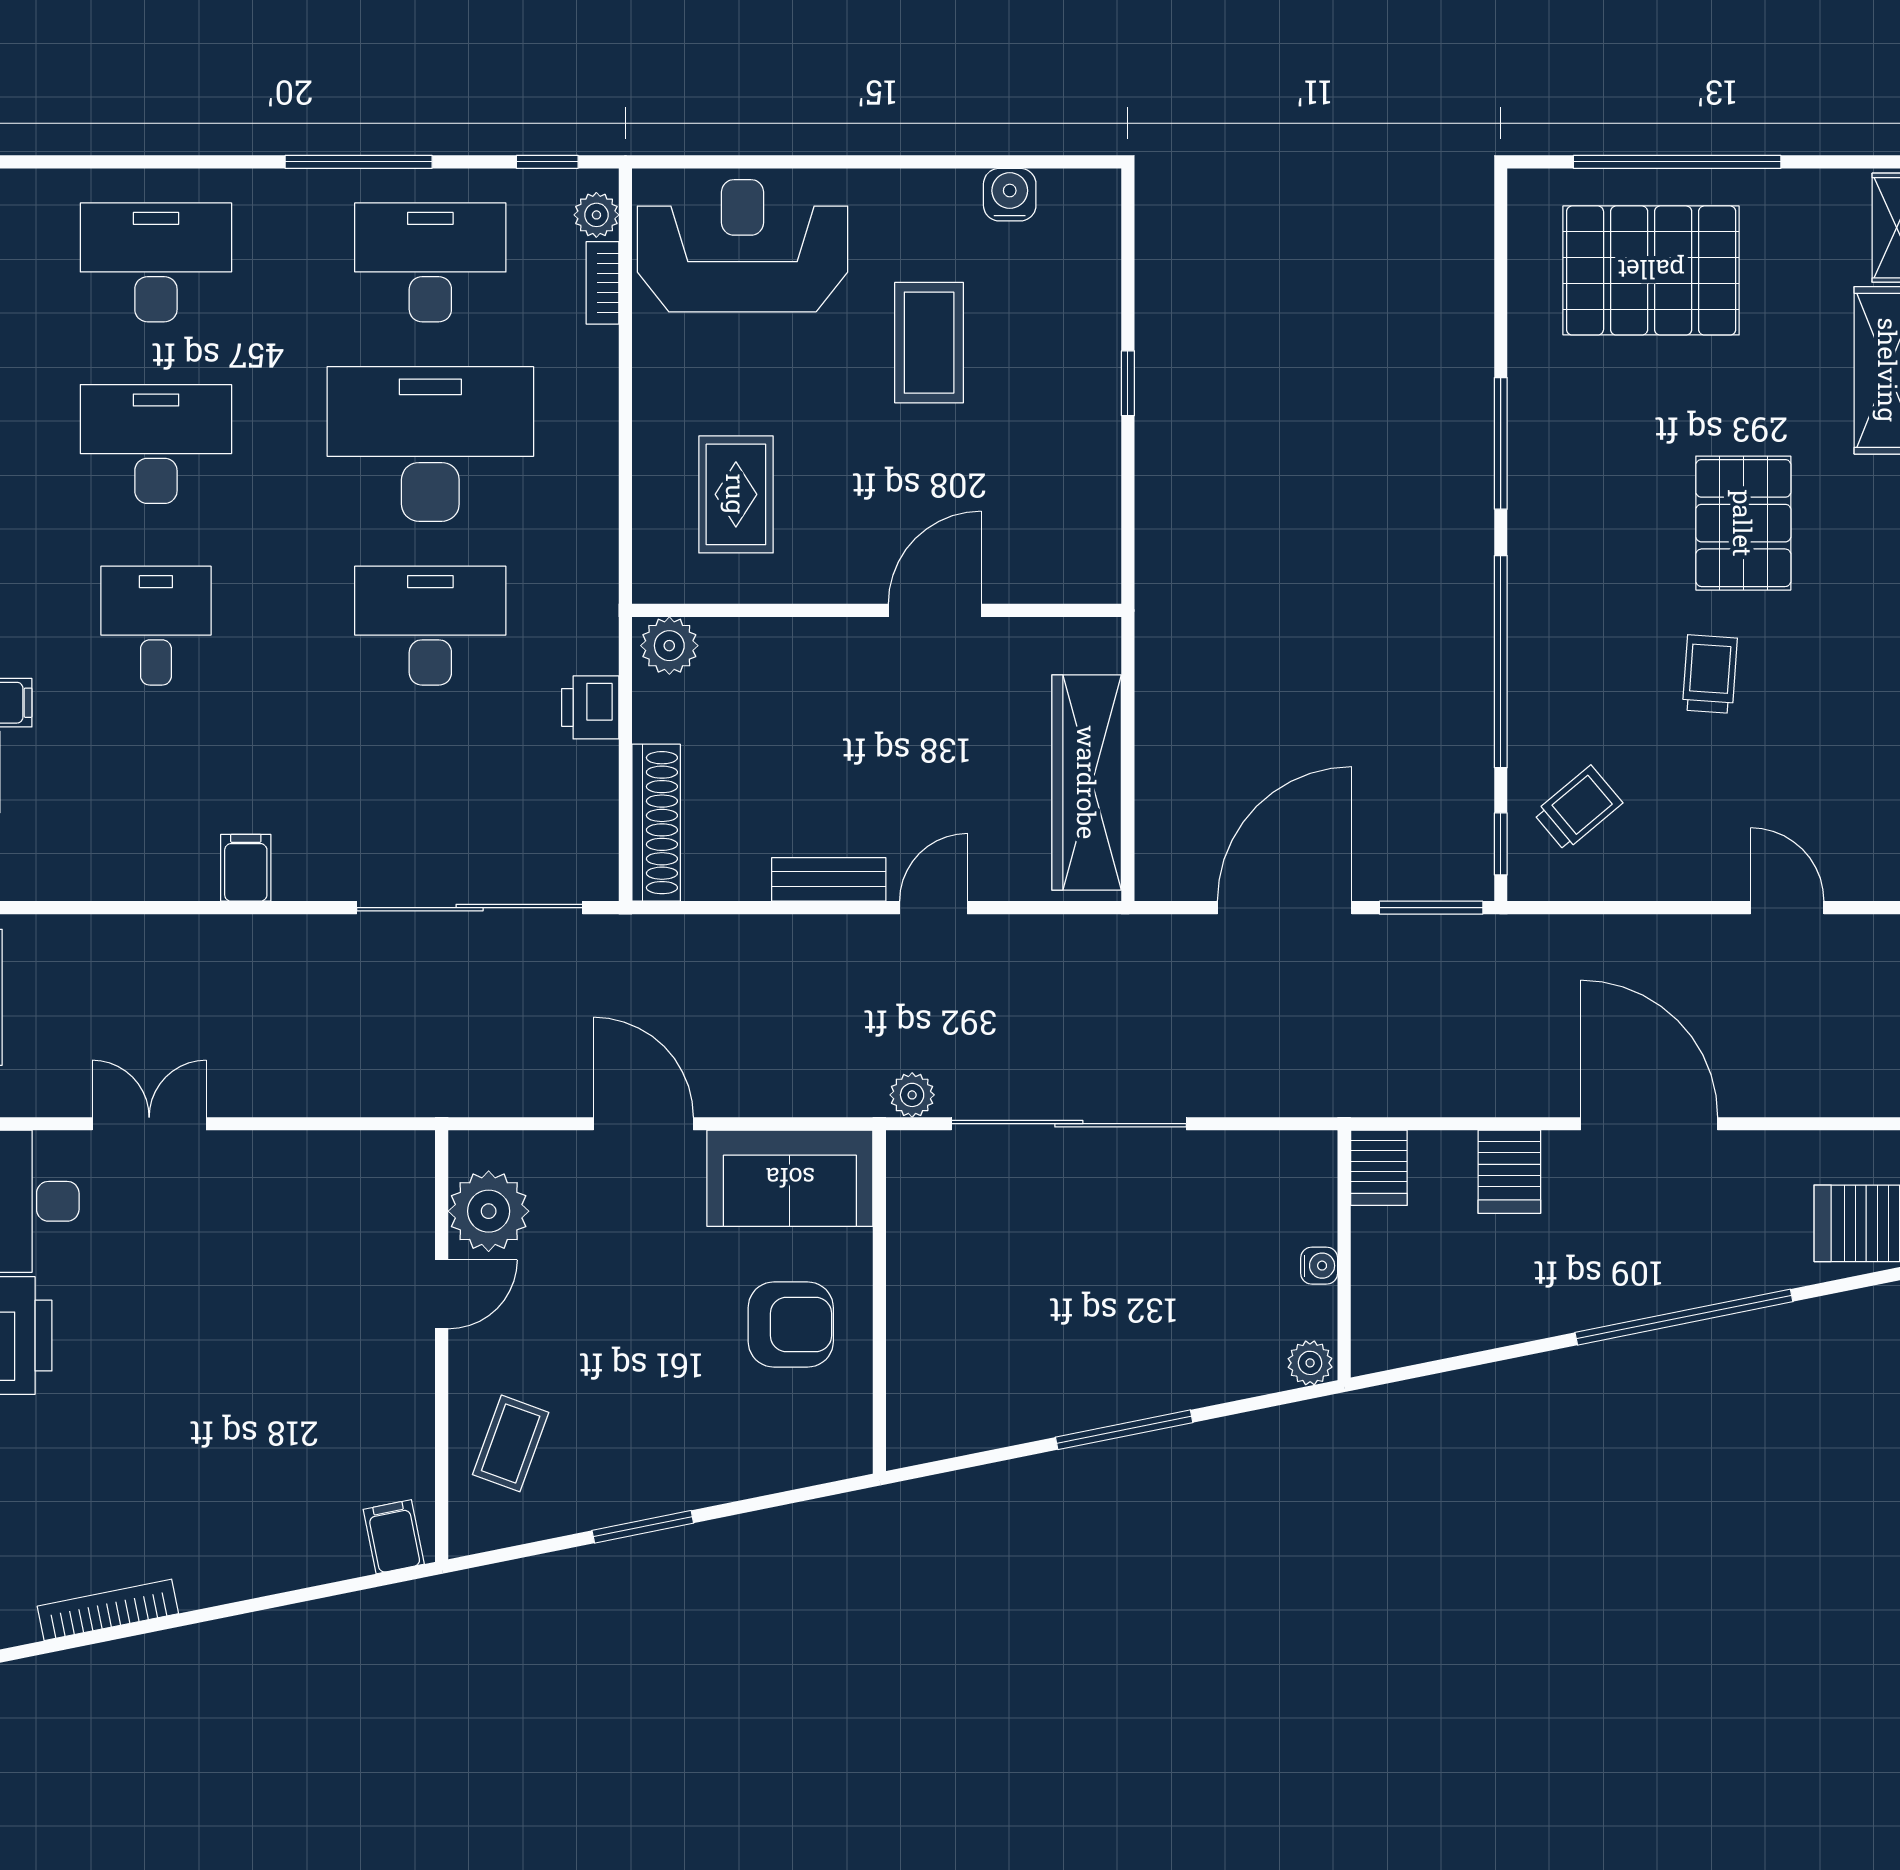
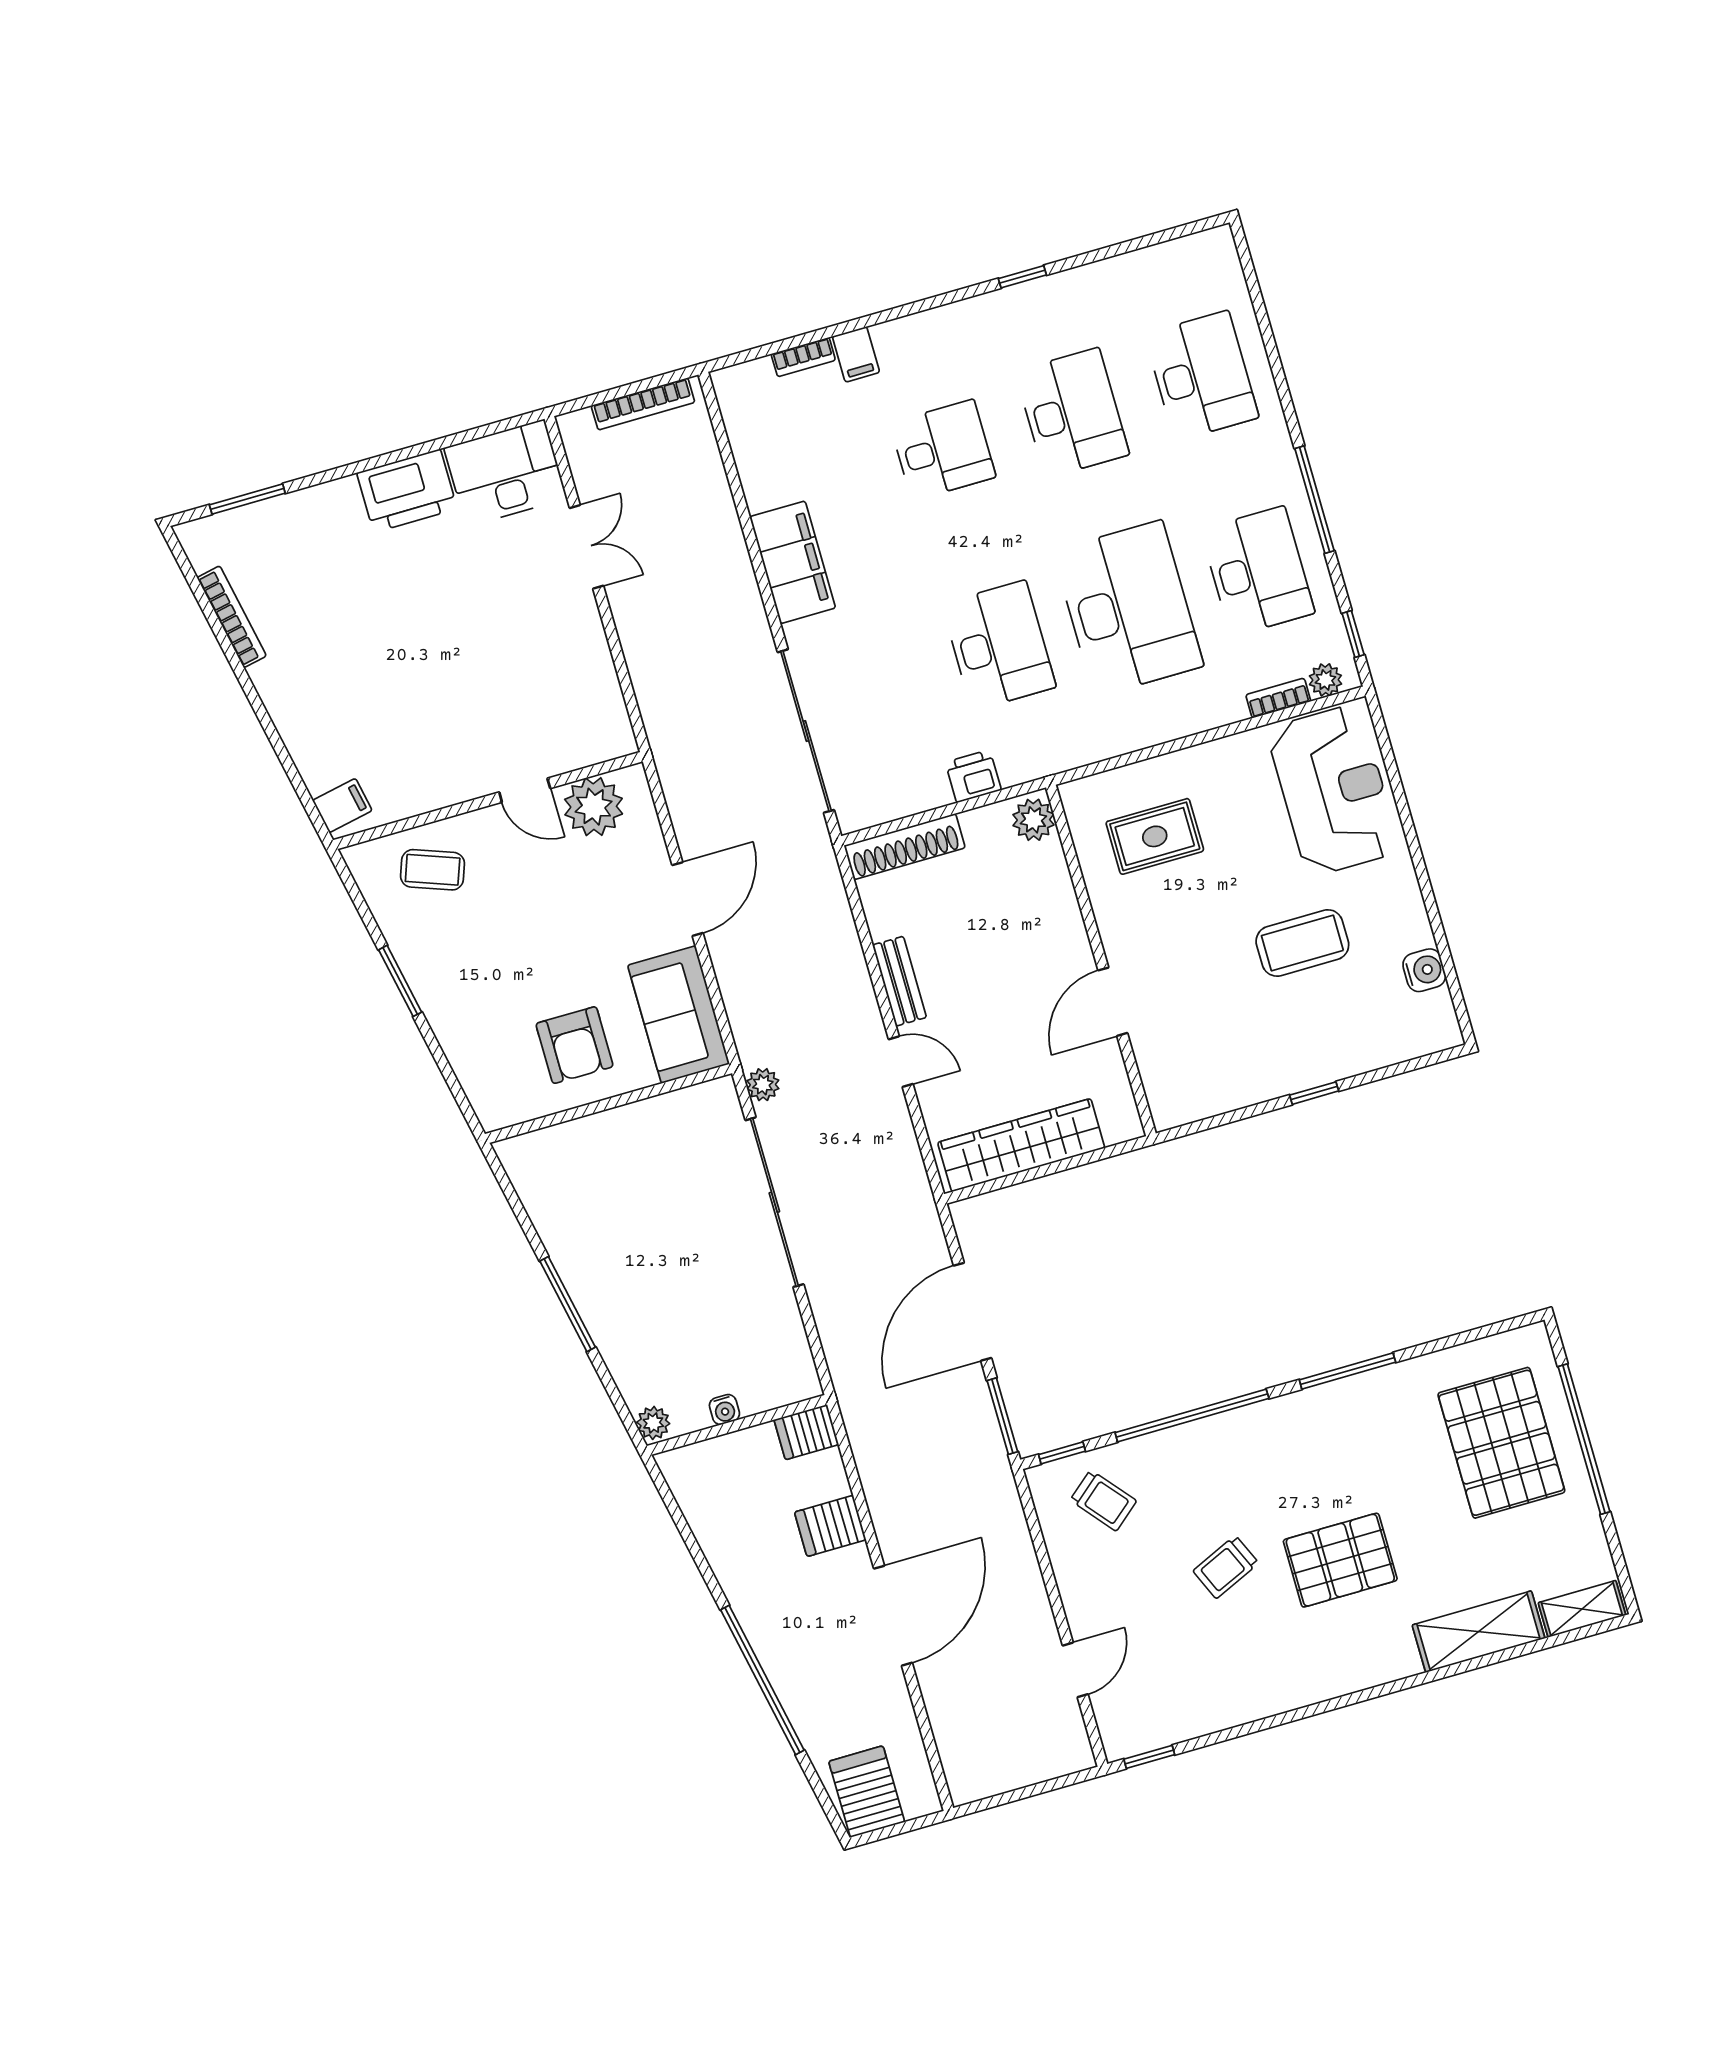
door: (935, 610) -> (1113, 1002), swing flipped
trolley: (1710, 674) -> (1226, 1567), turned 152
filing cabinet: (246, 868) -> (793, 562), width x3.00, depth x1.17
door: (1285, 908) -> (972, 1312), swing flipped

